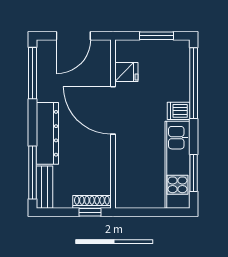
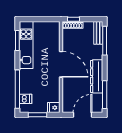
fridge: (126, 72) -> (54, 108), moved
door: (113, 110) -> (61, 64), moved
dishwasher: (179, 111) -> (26, 99), moved
dresser: (47, 133) -> (97, 76), moved

